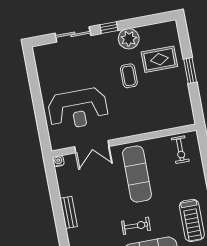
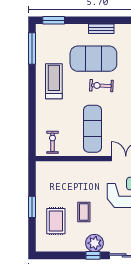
plant: (129, 39) -> (95, 243), moved
rug: (159, 59) -> (56, 221), turned 90

